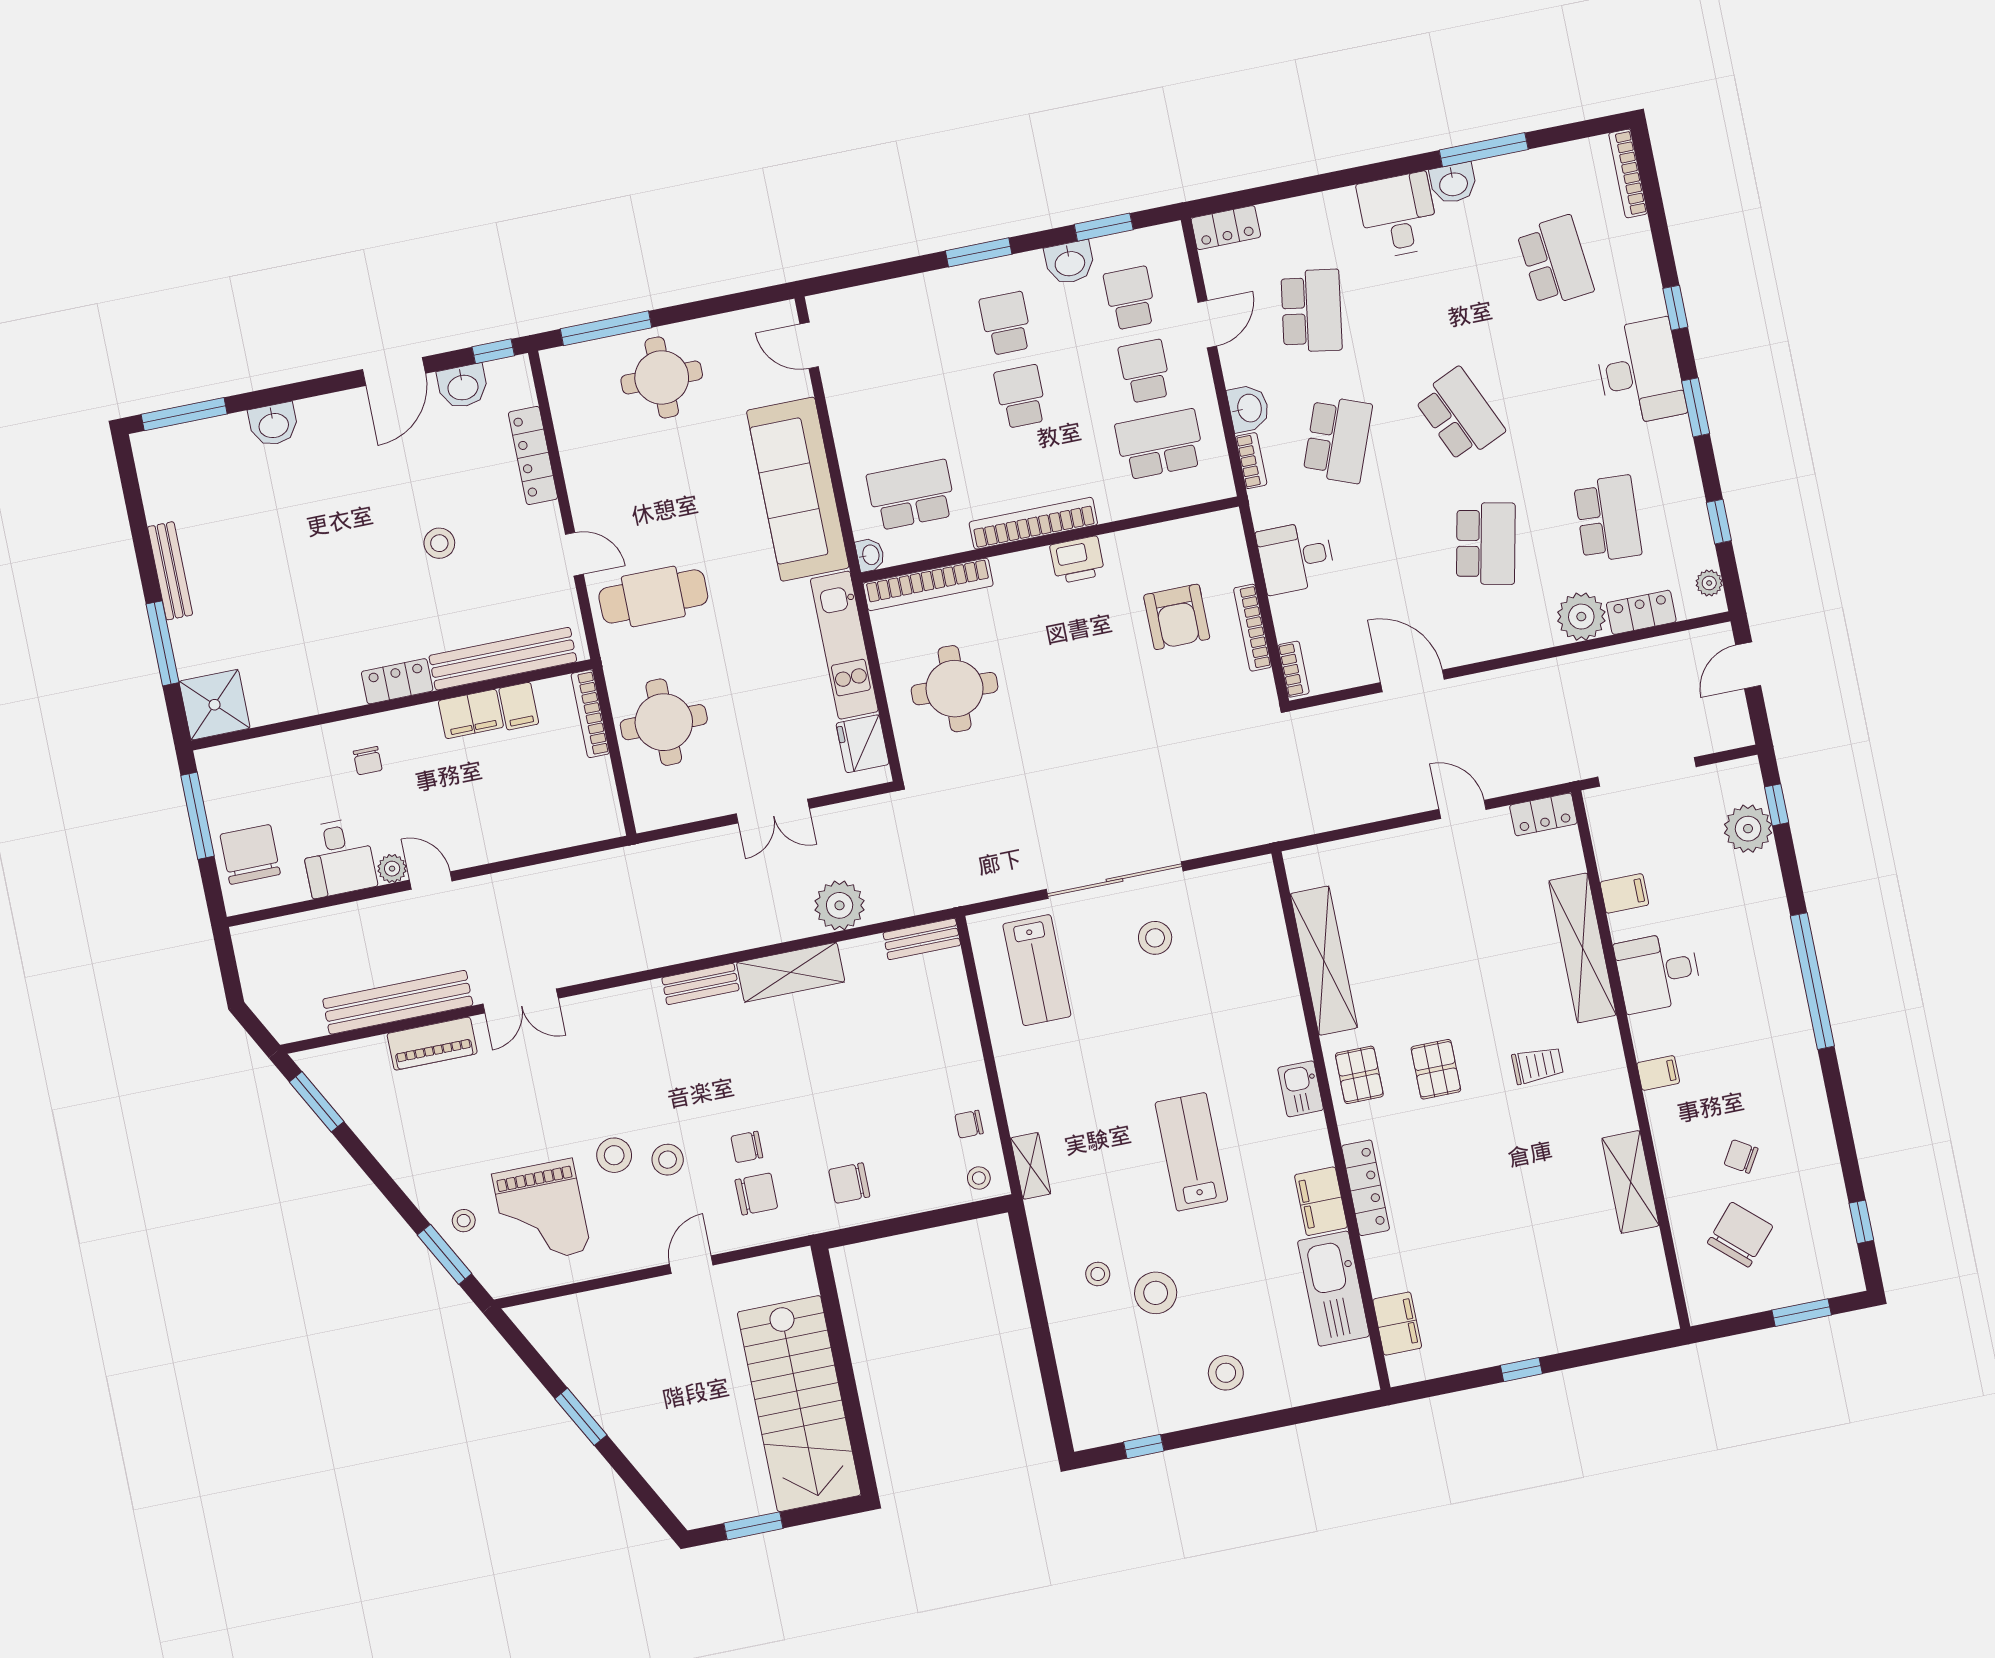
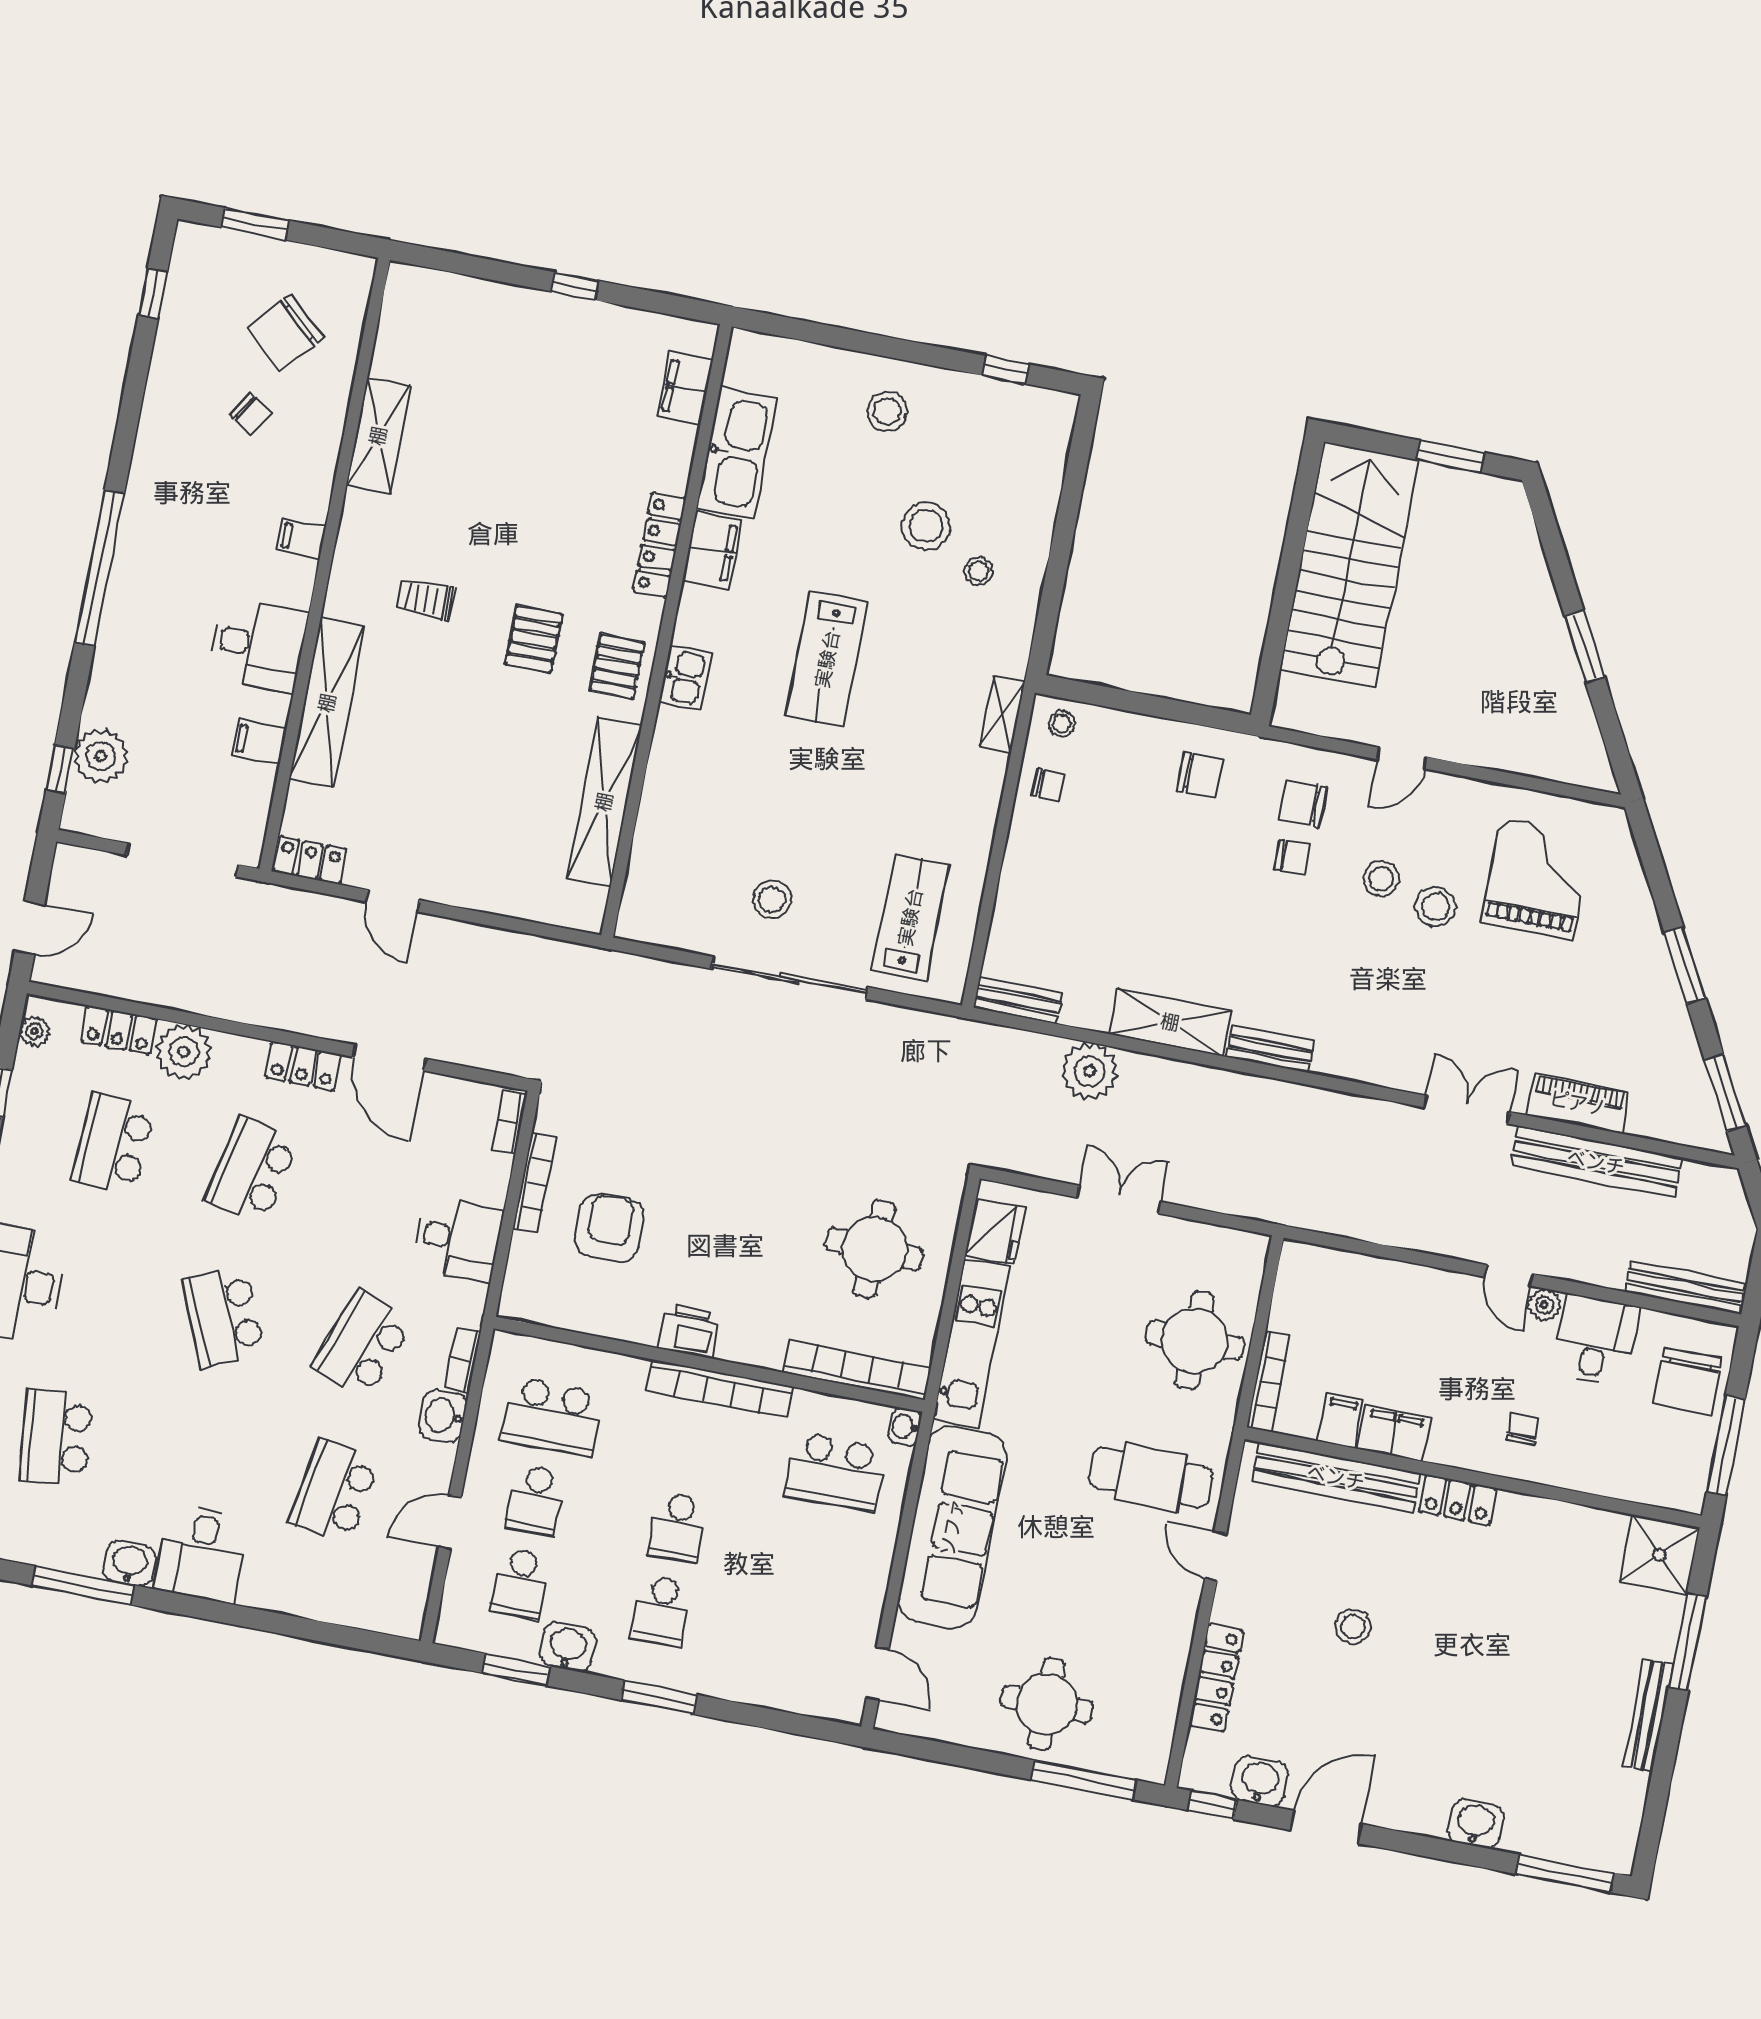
locker: (1226, 228) -> (303, 1066), moved, turned 180
bench: (284, 930) -> (1685, 1287), added
stool: (464, 1221) -> (1622, 903), removed
window: (445, 1254) -> (1685, 965), moved

